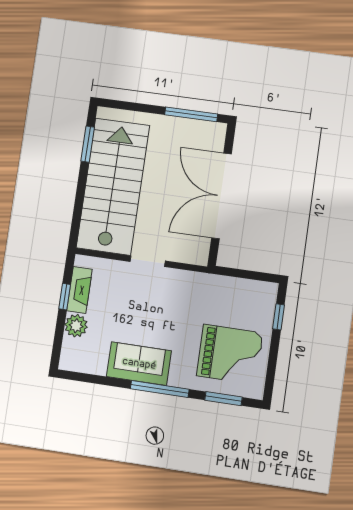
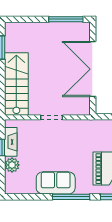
stairs: (113, 186) -> (16, 84), width x0.73, depth x0.66

